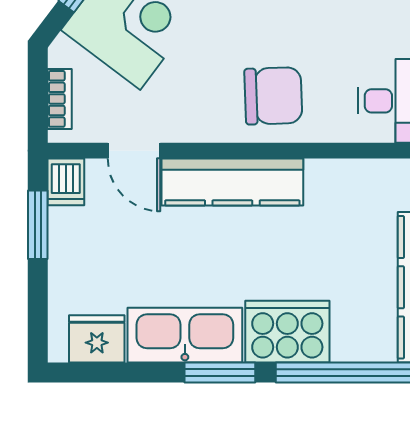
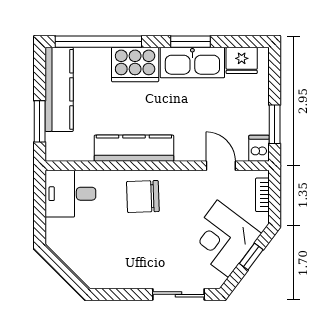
kitchen counter: (232, 182) -> (134, 148), moved
window: (220, 372) -> (190, 42), moved

